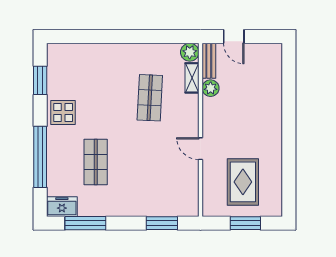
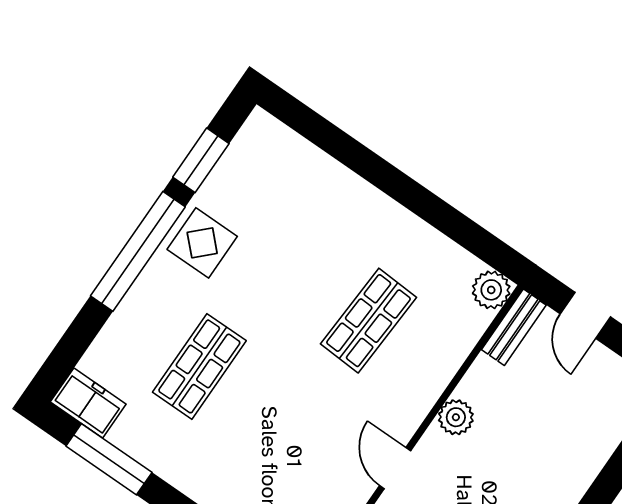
shelving: (192, 78) -> (464, 337), removed
plant: (211, 88) -> (456, 417), moved
window: (40, 157) -> (138, 251), moved

